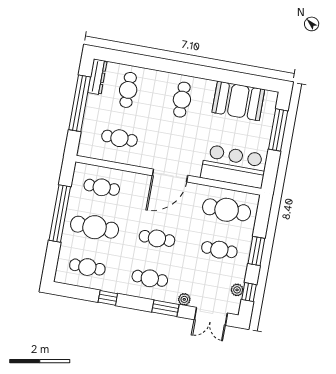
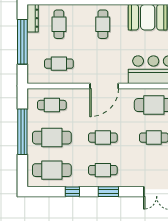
cafe table: (87, 267) -> (52, 170), width x1.37, depth x1.35
plant: (184, 299) -> (133, 182), removed
window: (165, 308) -> (108, 192), moved

